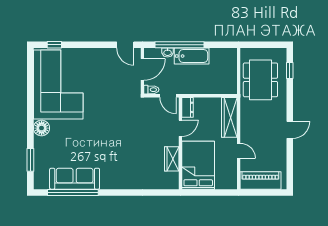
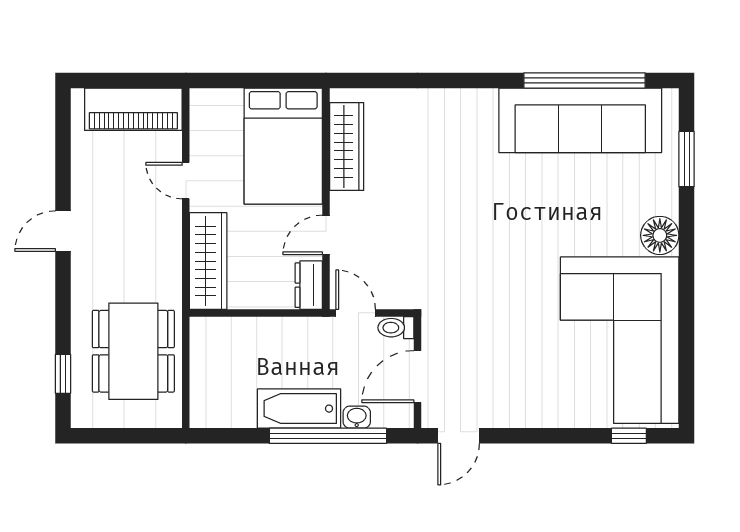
door: (125, 45) -> (459, 436), swing flipped
wardrobe: (172, 159) -> (347, 147), width x1.50
sofa: (75, 179) -> (580, 120), width x1.36, depth x1.27

